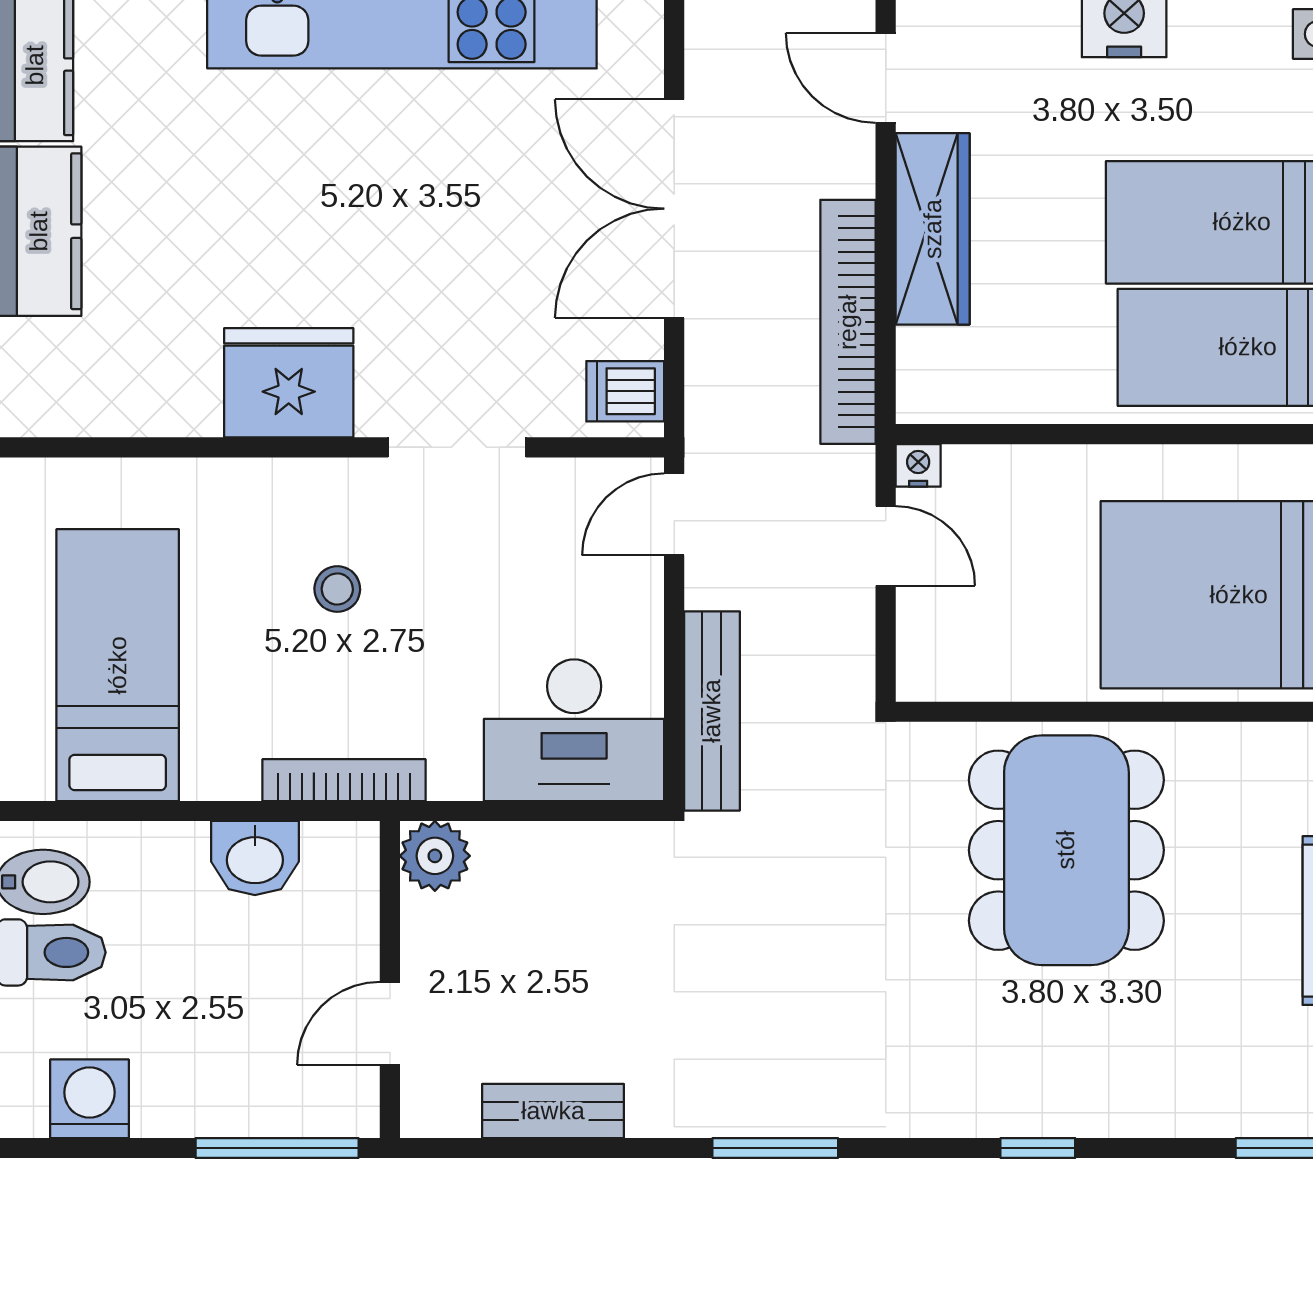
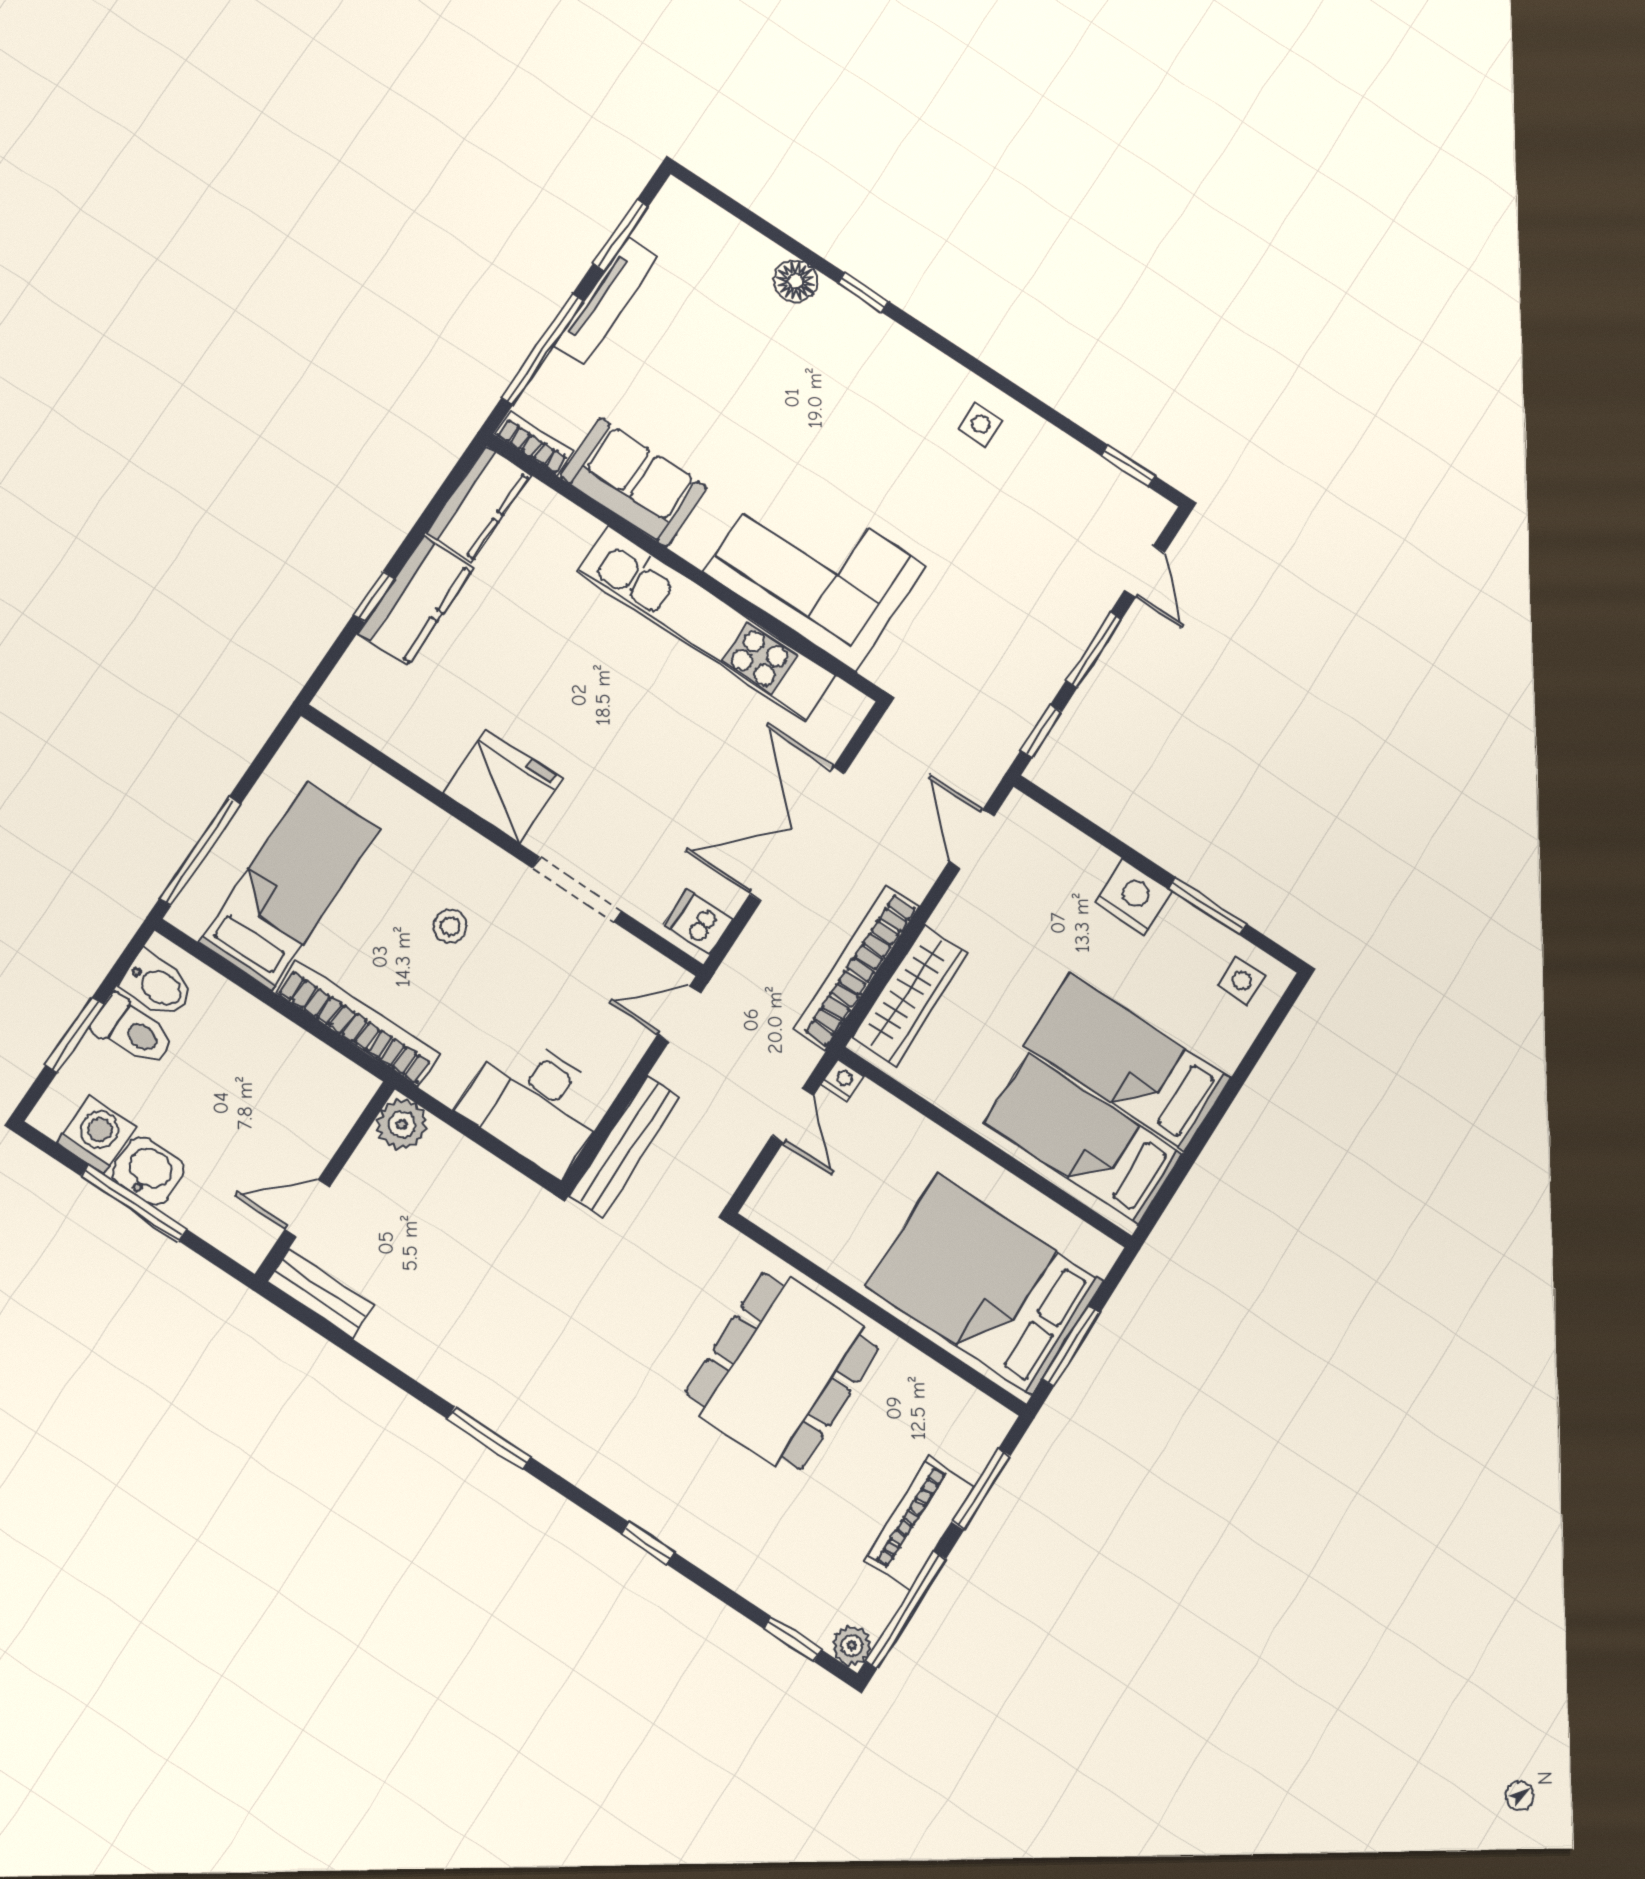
wardrobe: (933, 229) -> (910, 995), moved
bookcase: (344, 780) -> (357, 1024), width x1.48, depth x1.31
washbasin: (255, 858) -> (148, 1171), moved, turned 180
bench: (553, 1111) -> (320, 1294), moved
window: (277, 1148) -> (134, 1203), moved

